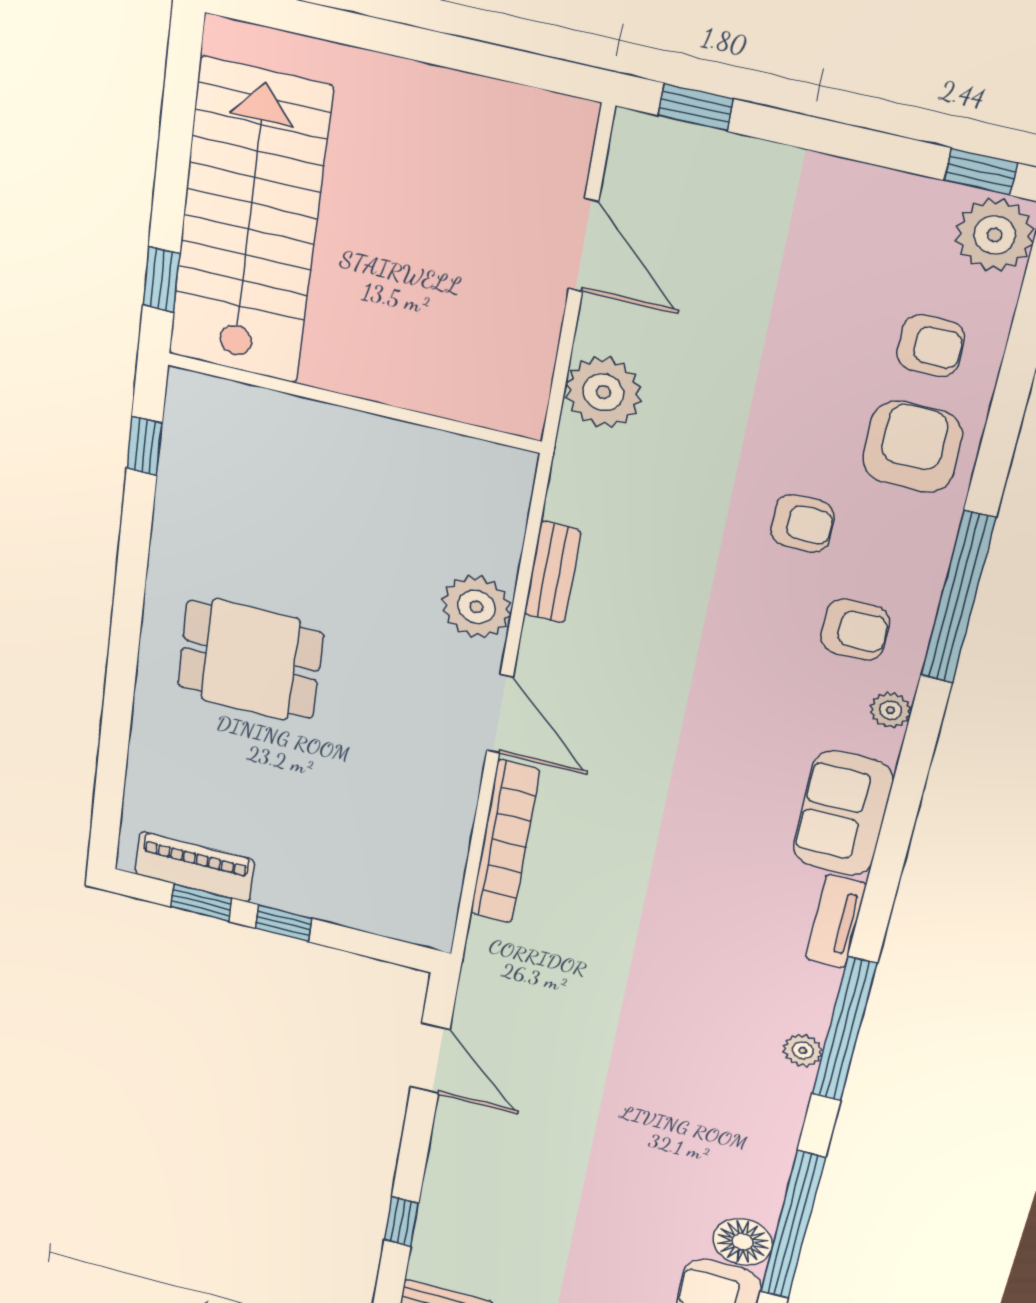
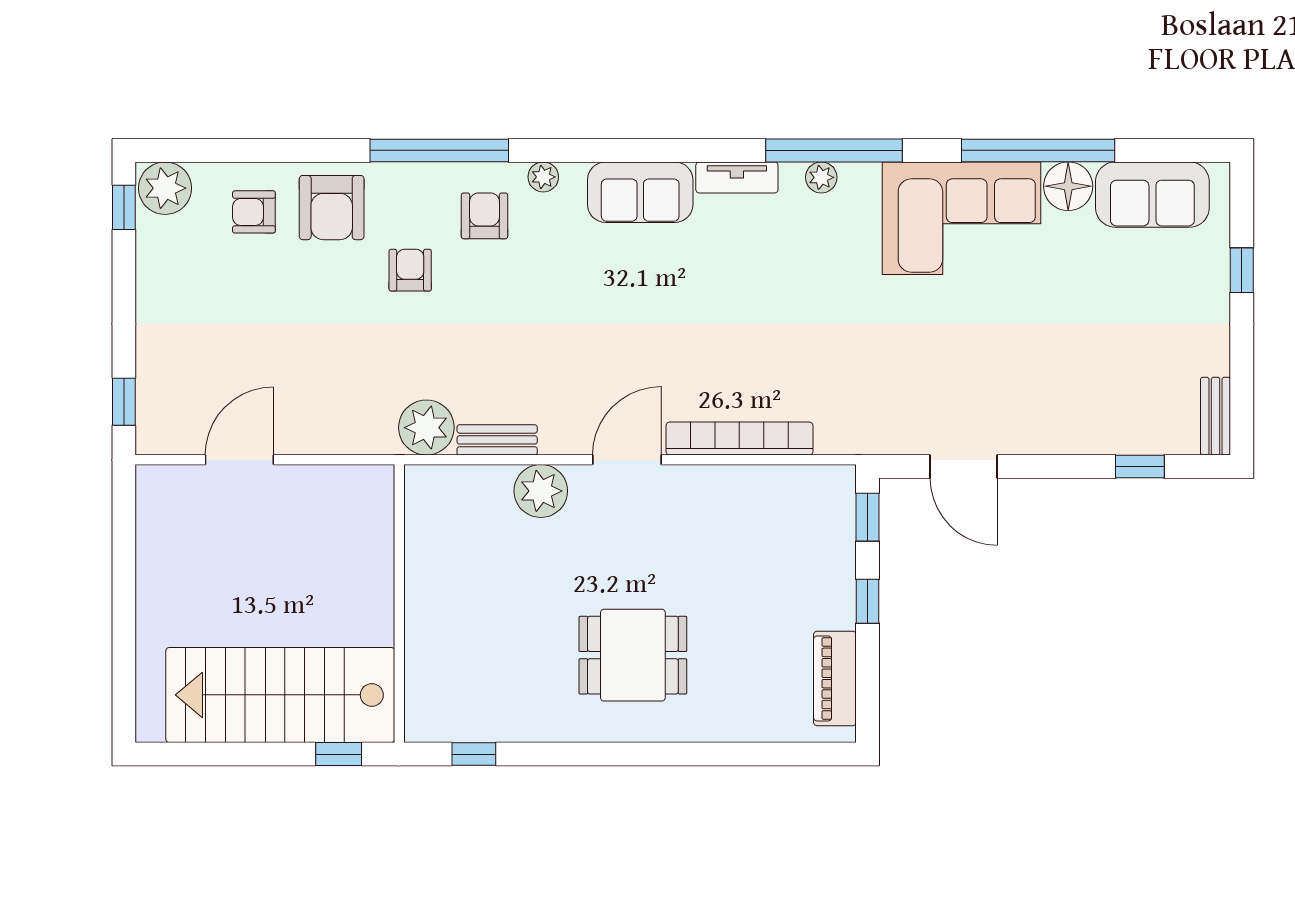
armchair: (931, 346) -> (254, 212), turned -90
plant: (603, 392) -> (426, 428), moved
armchair: (912, 447) -> (332, 208), turned -90
dining table: (250, 660) -> (633, 655), turned 90
window: (201, 903) -> (867, 517), moved
plant: (803, 1050) -> (821, 177), moved
door: (430, 1058) -> (964, 467), swing flipped
corner sofa: (729, 1133) -> (962, 218), added

